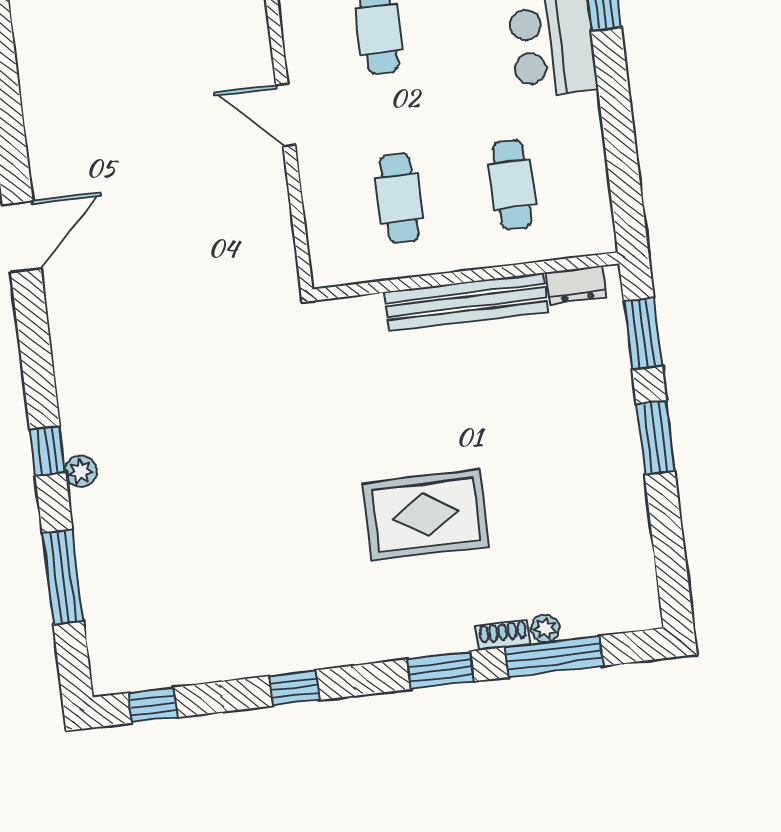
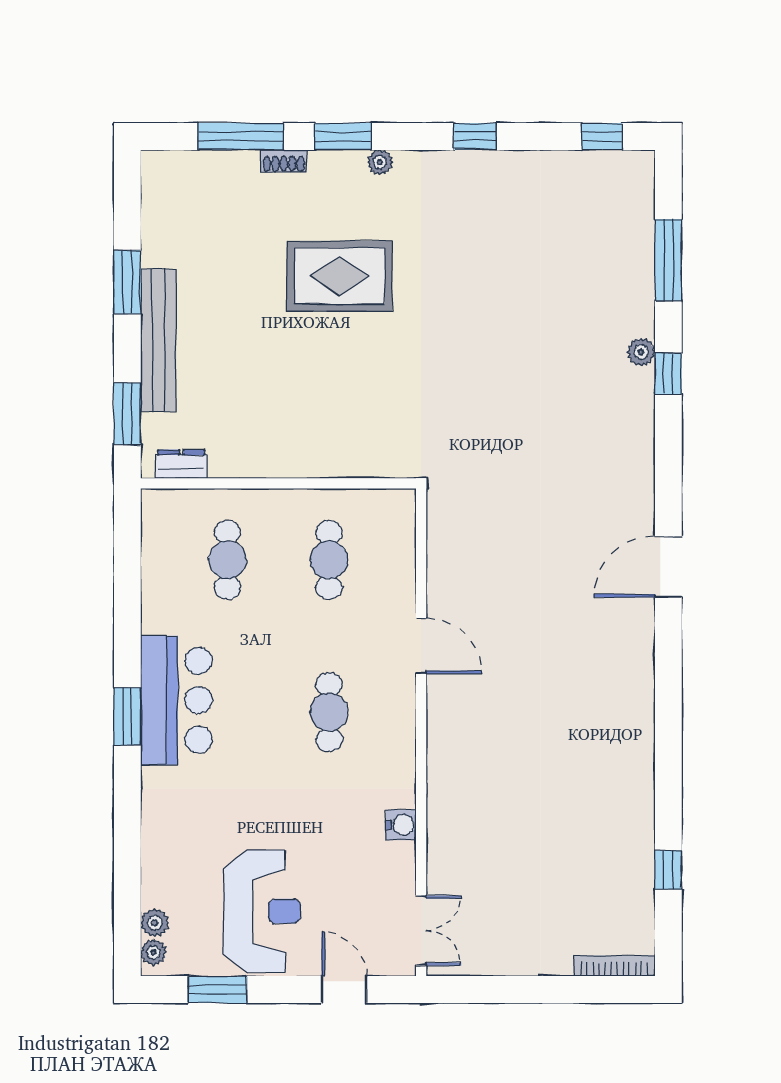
bench: (466, 302) -> (158, 340), moved, turned 90
window: (655, 437) -> (127, 282), moved
plant: (545, 629) -> (380, 162), moved

